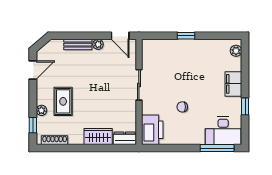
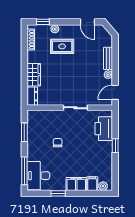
filing cabinet: (233, 64) -> (92, 184), added
printer: (152, 130) -> (104, 129), moved, turned 90
window: (169, 148) -> (24, 132), added

